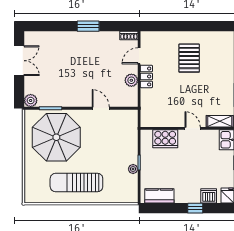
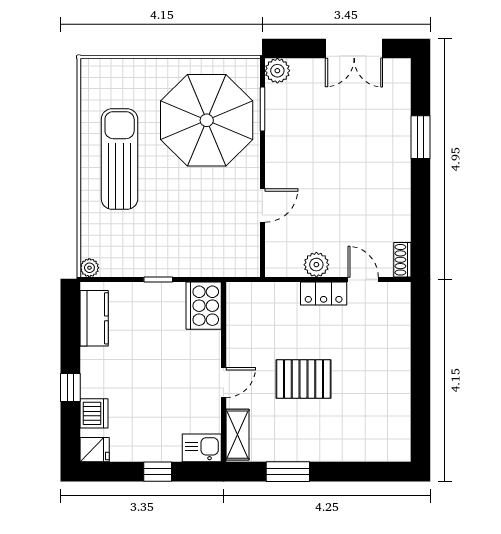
window: (88, 26) -> (421, 137), moved
pallet: (189, 58) -> (303, 379), moved
cooker: (165, 139) -> (204, 306), moved
plant: (133, 169) -> (89, 268), moved

